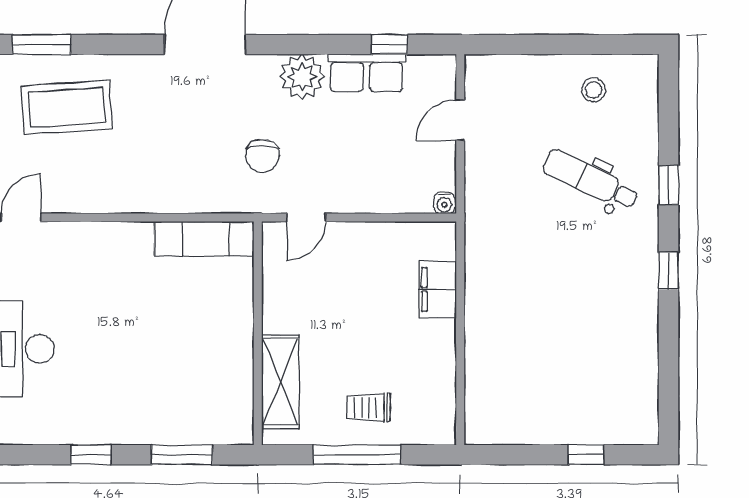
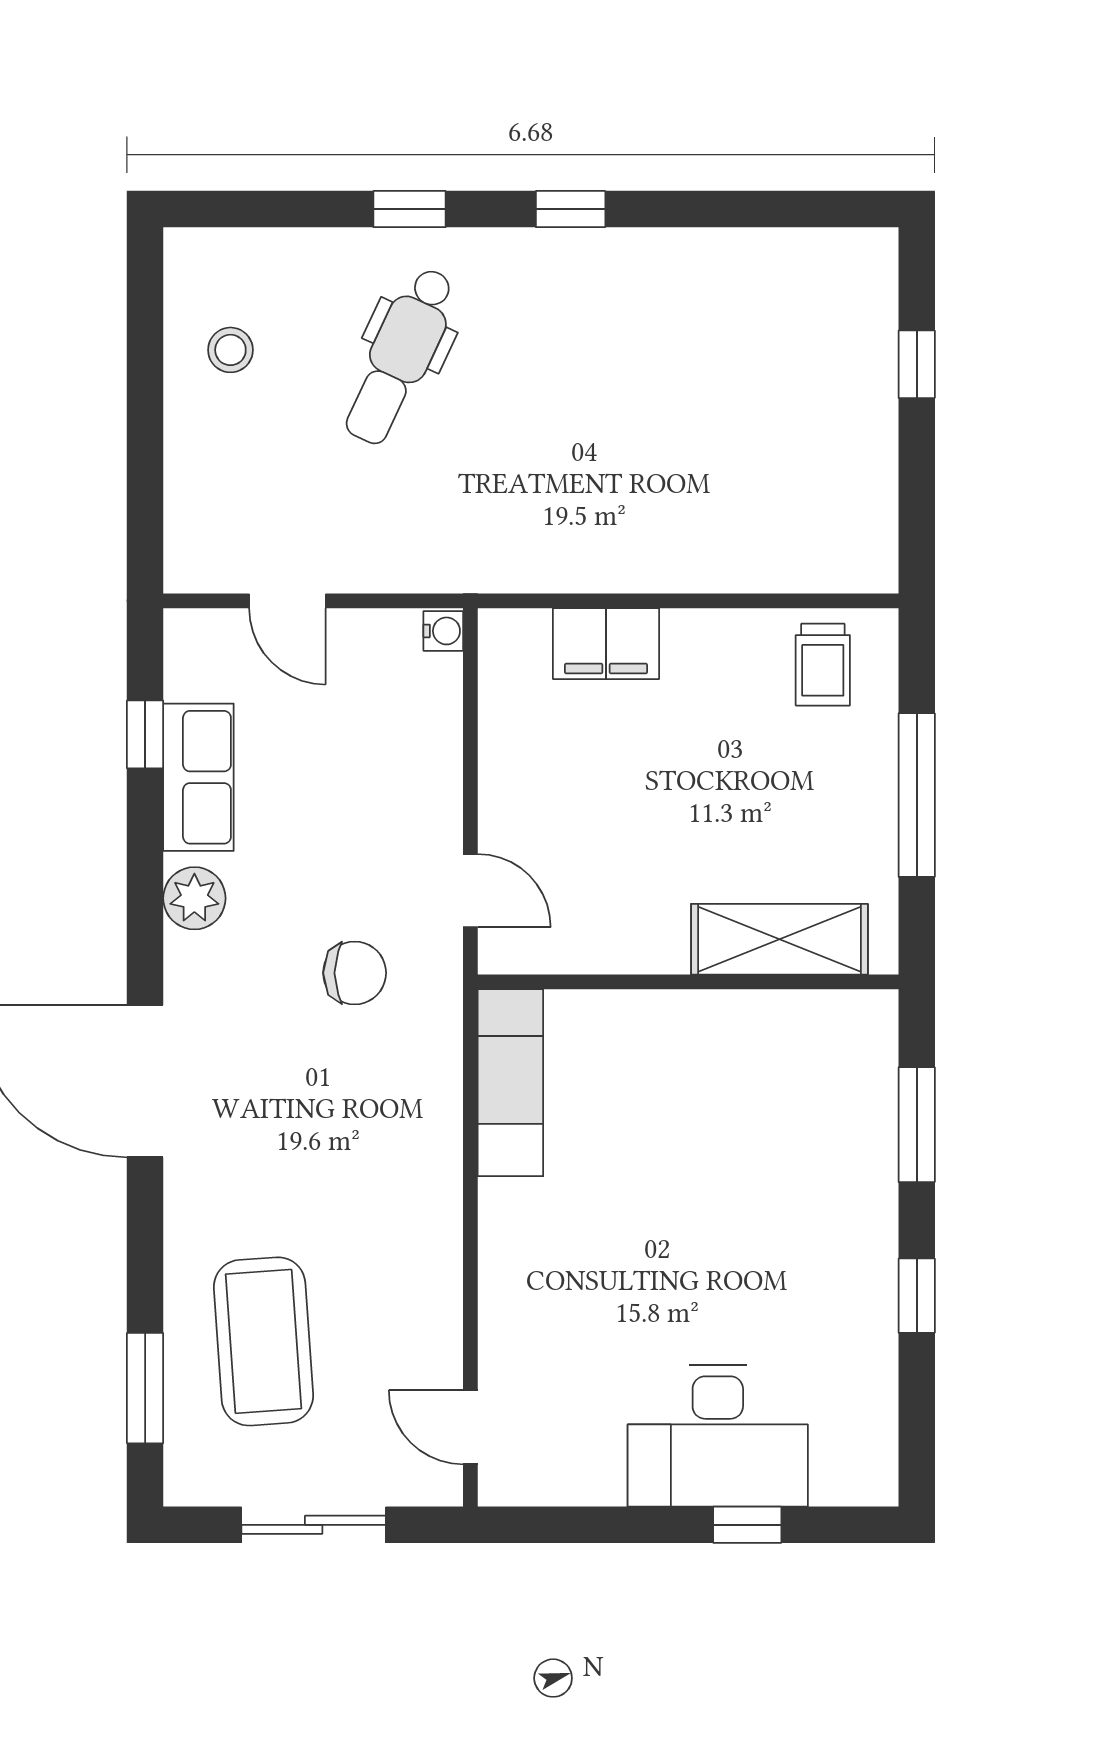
plant: (302, 77) -> (194, 898), width x0.73, depth x0.73
trolley: (369, 408) -> (823, 665), moved

